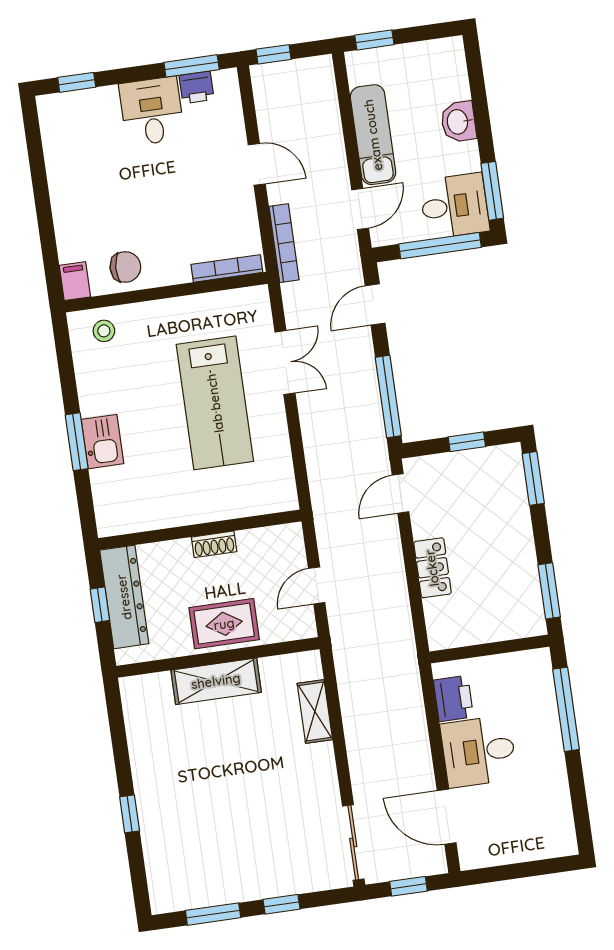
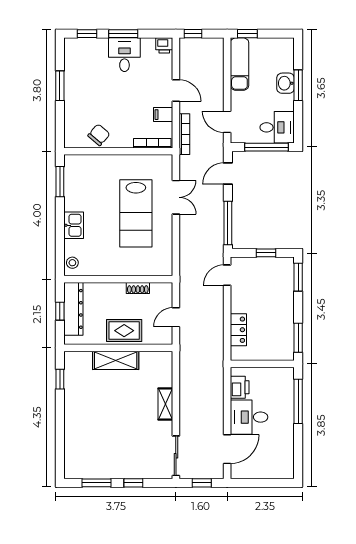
window: (192, 66) -> (123, 34), moved
printer: (197, 87) -> (164, 45), moved
exam couch: (373, 135) -> (239, 64), moved
window: (40, 186) -> (60, 86), added
window: (492, 191) -> (298, 85), moved
door: (360, 209) -> (227, 122), swing flipped
chair: (125, 267) -> (99, 135), turned -52
filing cabinet: (75, 281) -> (163, 115), moved, turned -90
stool: (104, 331) -> (72, 263), moved
window: (77, 442) -> (60, 182), moved
shoe rack: (214, 544) -> (138, 288), moved
locker: (432, 568) -> (238, 330), moved
shelving: (315, 711) -> (165, 404), moved
window: (130, 814) -> (60, 379), moved
door: (447, 817) -> (227, 449), swing flipped

